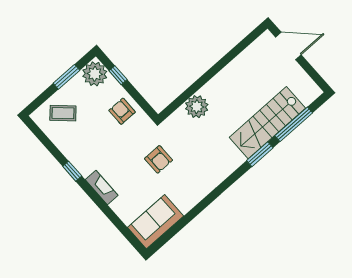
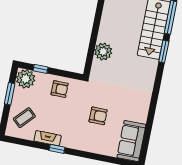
armchair: (122, 111) -> (60, 89), turned 180
armchair: (159, 159) -> (98, 116), moved
fireplace: (102, 188) -> (48, 138), moved

